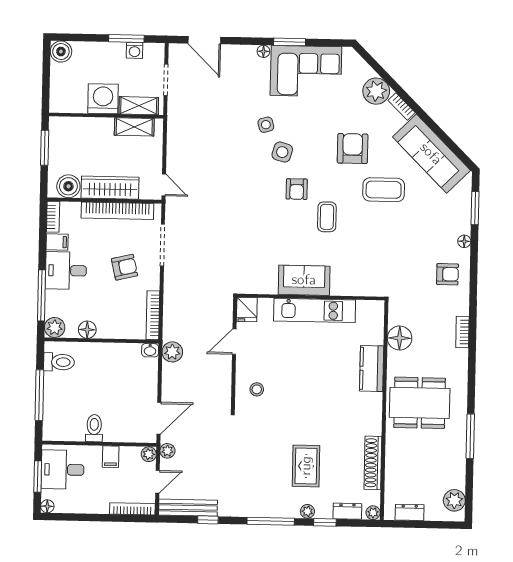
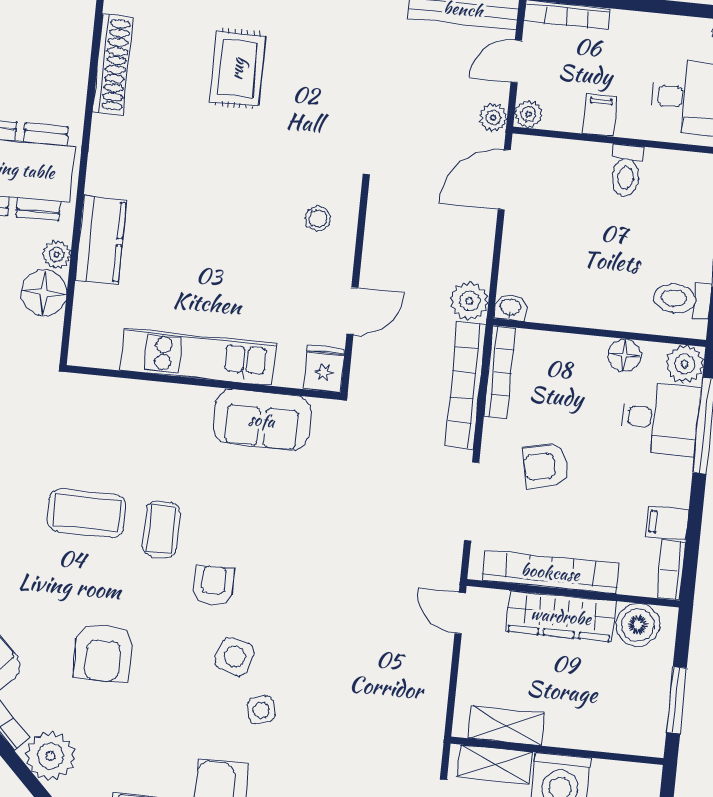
coffee table: (384, 190) -> (86, 513), moved
desk: (66, 271) -> (660, 418), moved
sofa: (304, 280) -> (262, 420), moved
bookcase: (171, 307) -> (466, 385), added
plant: (394, 359) -> (57, 254), added

